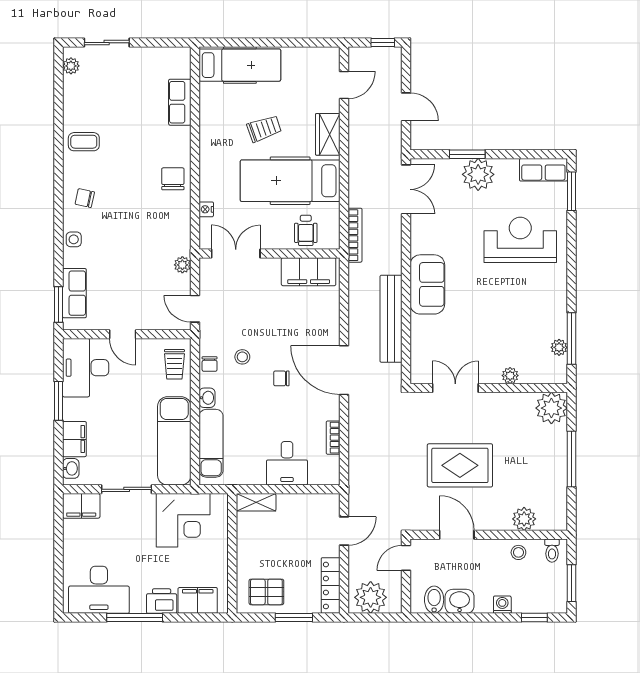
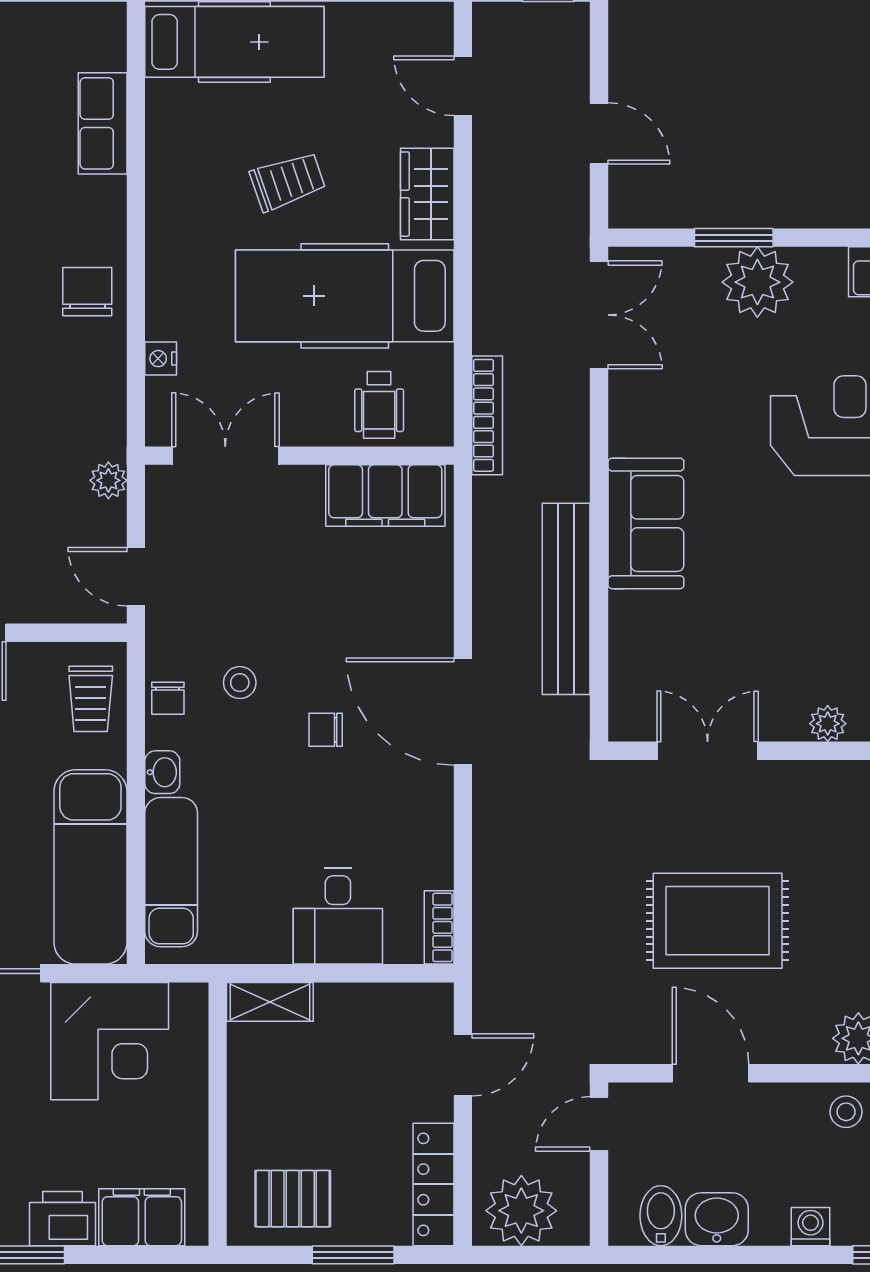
door: (344, 85) -> (463, 86), swing flipped
bookcase: (333, 438) -> (439, 927), moved

